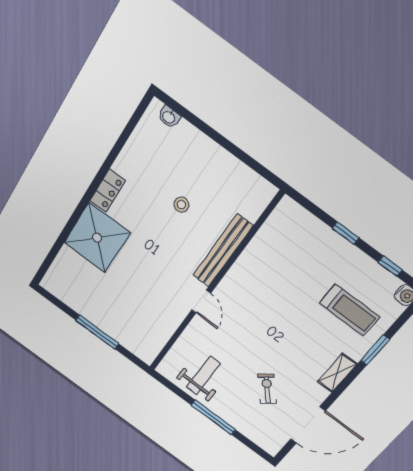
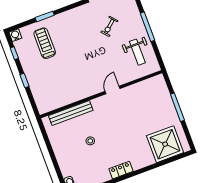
shower: (97, 238) -> (165, 144), moved
bench: (223, 251) -> (71, 113), moved
shelving: (337, 373) -> (70, 15), removed
weight bench: (203, 375) -> (137, 52), turned -90

